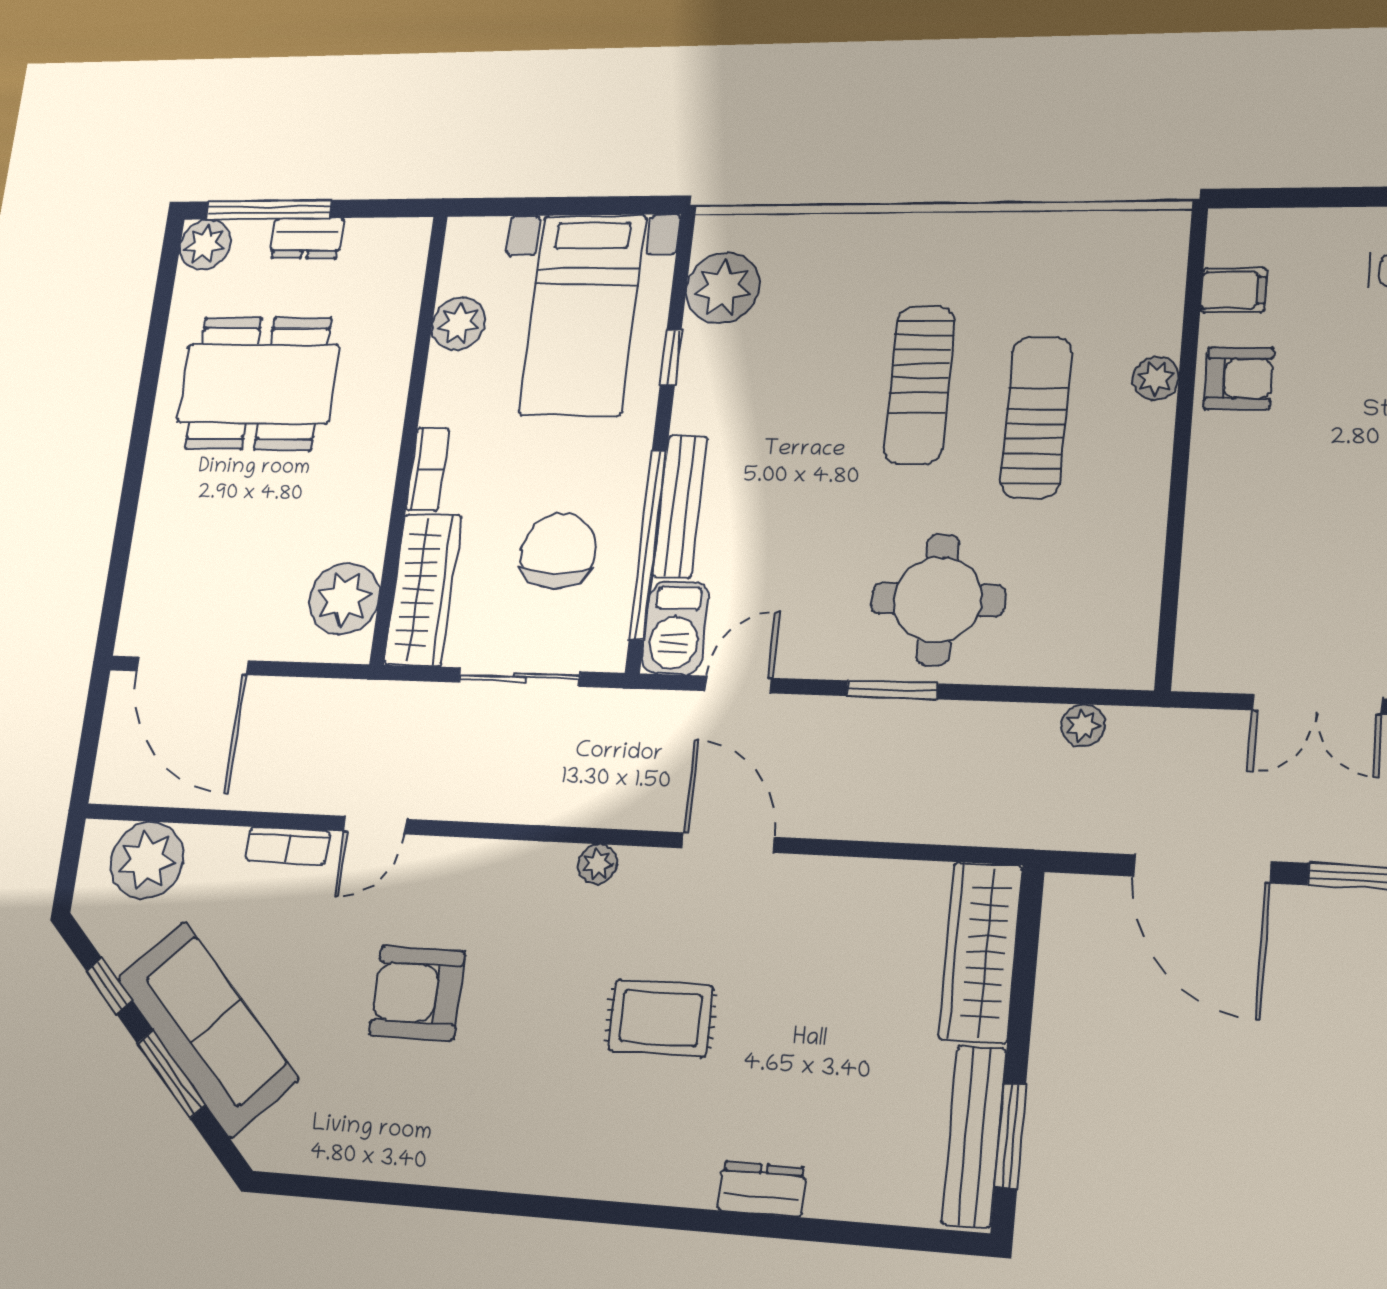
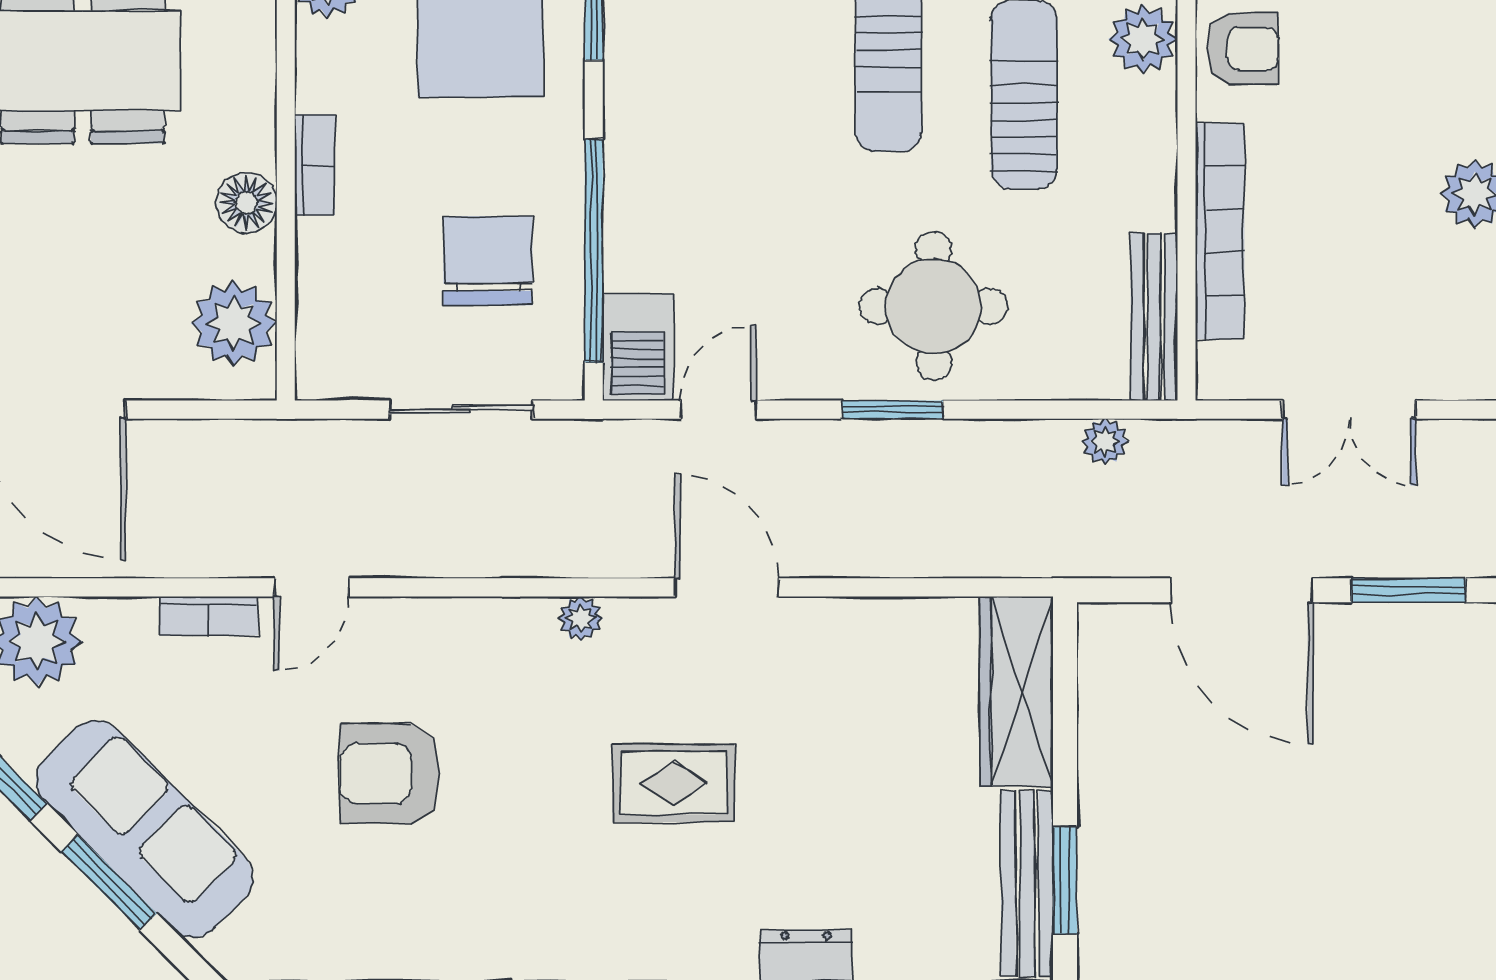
plant: (1156, 378) -> (1143, 39), width x1.38, depth x1.38
floor lamp: (369, 499) -> (246, 203), added
bench: (680, 506) -> (1154, 317), moved
bookcase: (1205, 539) -> (1220, 231), added
wardrobe: (423, 590) -> (330, 310), removed

